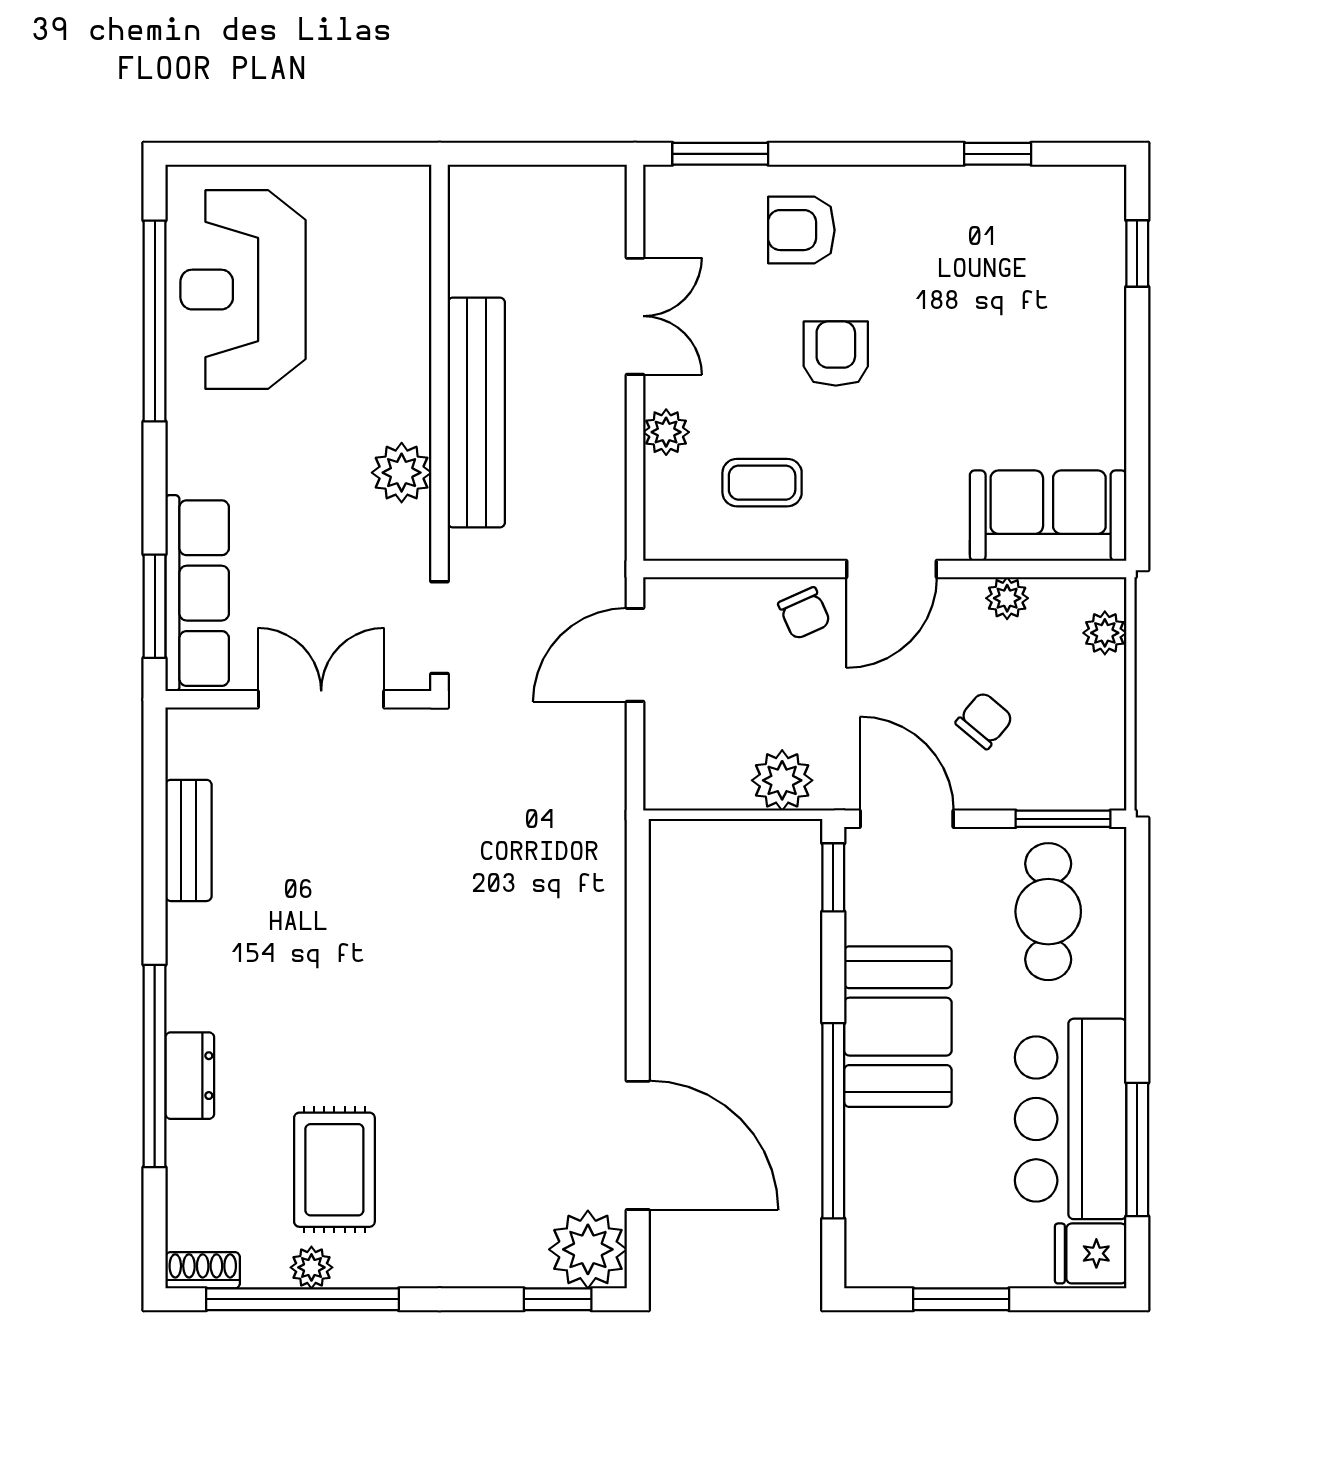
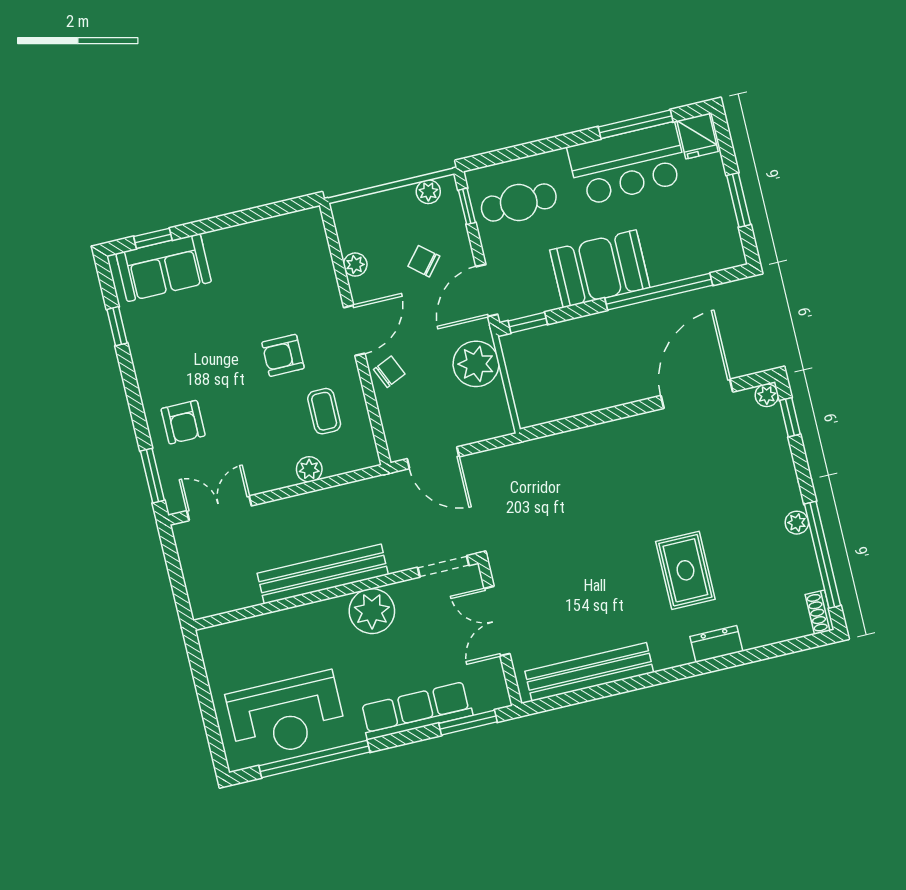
double door: (635, 316) -> (219, 508), moved
armchair: (836, 354) -> (283, 355), moved
plant: (402, 473) -> (372, 611), width x1.36, depth x1.36
sofa: (1048, 516) -> (164, 268), moved, turned -90
door: (892, 569) -> (354, 330), hinge flipped
row of seats: (197, 593) -> (416, 711), moved
plant: (1105, 633) -> (428, 192), moved
plant: (782, 780) -> (476, 364), width x1.36, depth x1.36
window: (1063, 819) -> (467, 206), width x0.67
bench: (189, 840) -> (589, 672), width x1.86, depth x1.21
window: (155, 1066) -> (716, 664), removed
rug: (334, 1170) -> (685, 570), moved, turned 90
plant: (588, 1249) -> (767, 395), width x0.53, depth x0.53
plant: (311, 1267) -> (797, 523), moved

